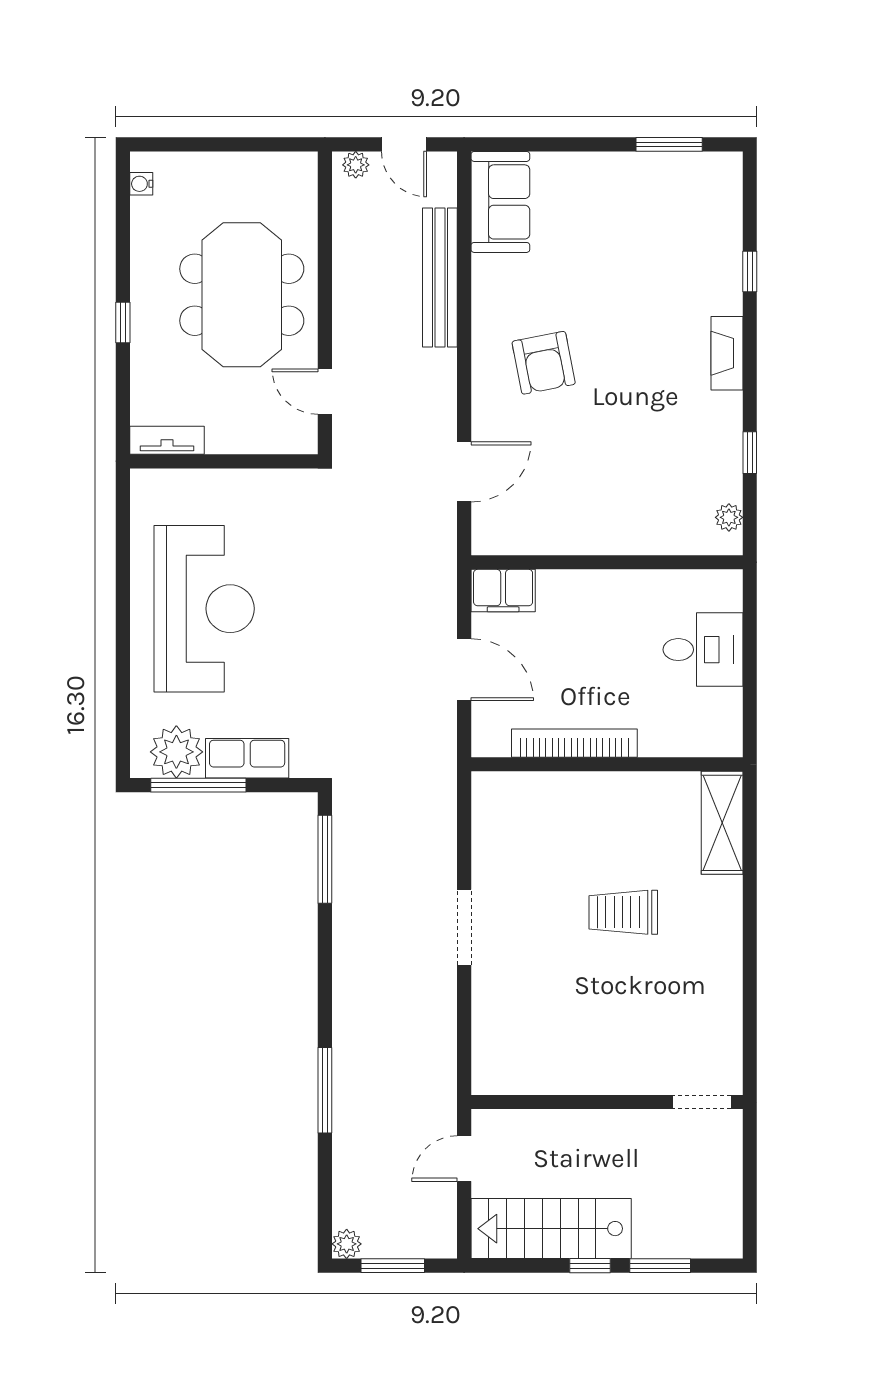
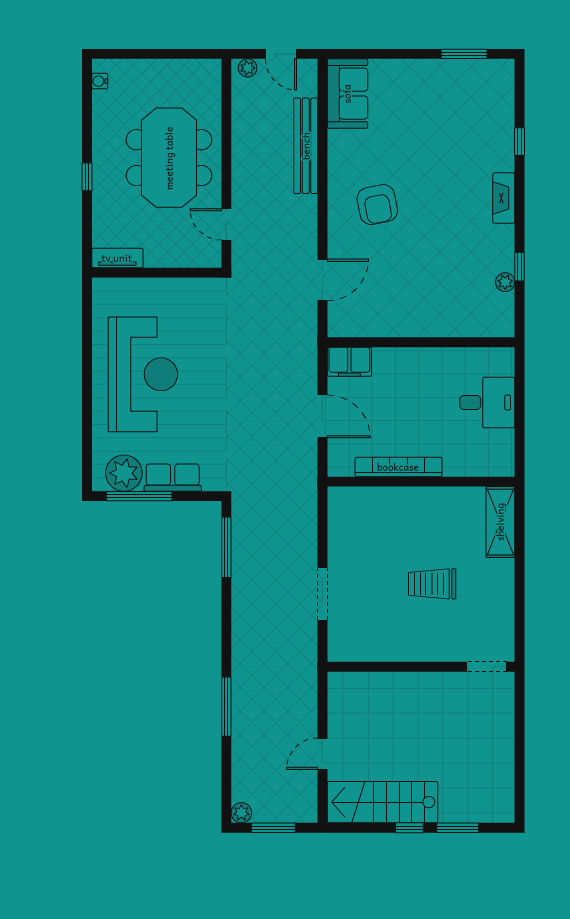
plant: (729, 517) -> (505, 282), moved
wall: (607, 1102) -> (421, 667), moved
doorway: (702, 1102) -> (487, 667), moved

